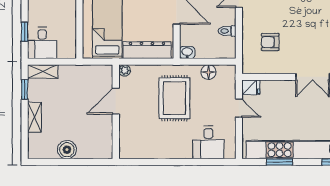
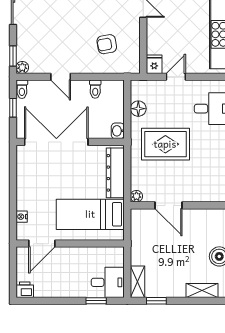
armchair: (270, 42) -> (107, 44), turned 80
shelving: (34, 117) -> (202, 290), moved

